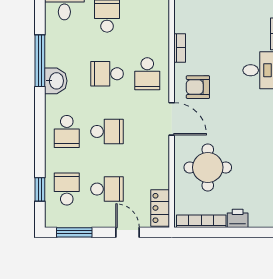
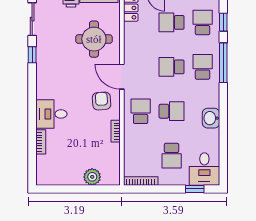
window: (40, 61) -> (223, 63), moved
washbasin: (56, 81) -> (211, 118), moved
armchair: (198, 87) -> (102, 101), turned -94
school desk: (67, 189) -> (203, 22), turned 180

